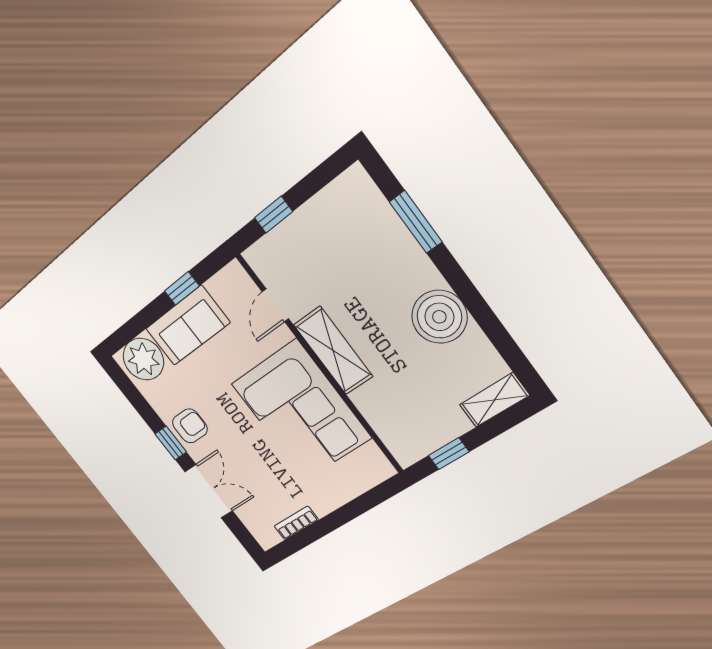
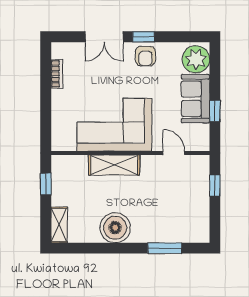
shelving: (333, 351) -> (114, 165), moved

